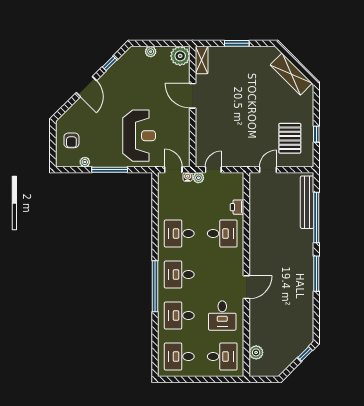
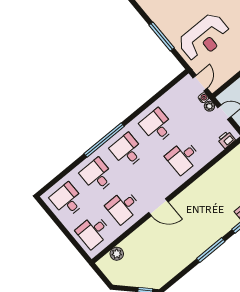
plant: (85, 162) -> (152, 14), removed
printer: (237, 207) -> (226, 140), moved
desk: (222, 234) -> (183, 157), turned 90
desk: (222, 356) -> (93, 231), turned 90

